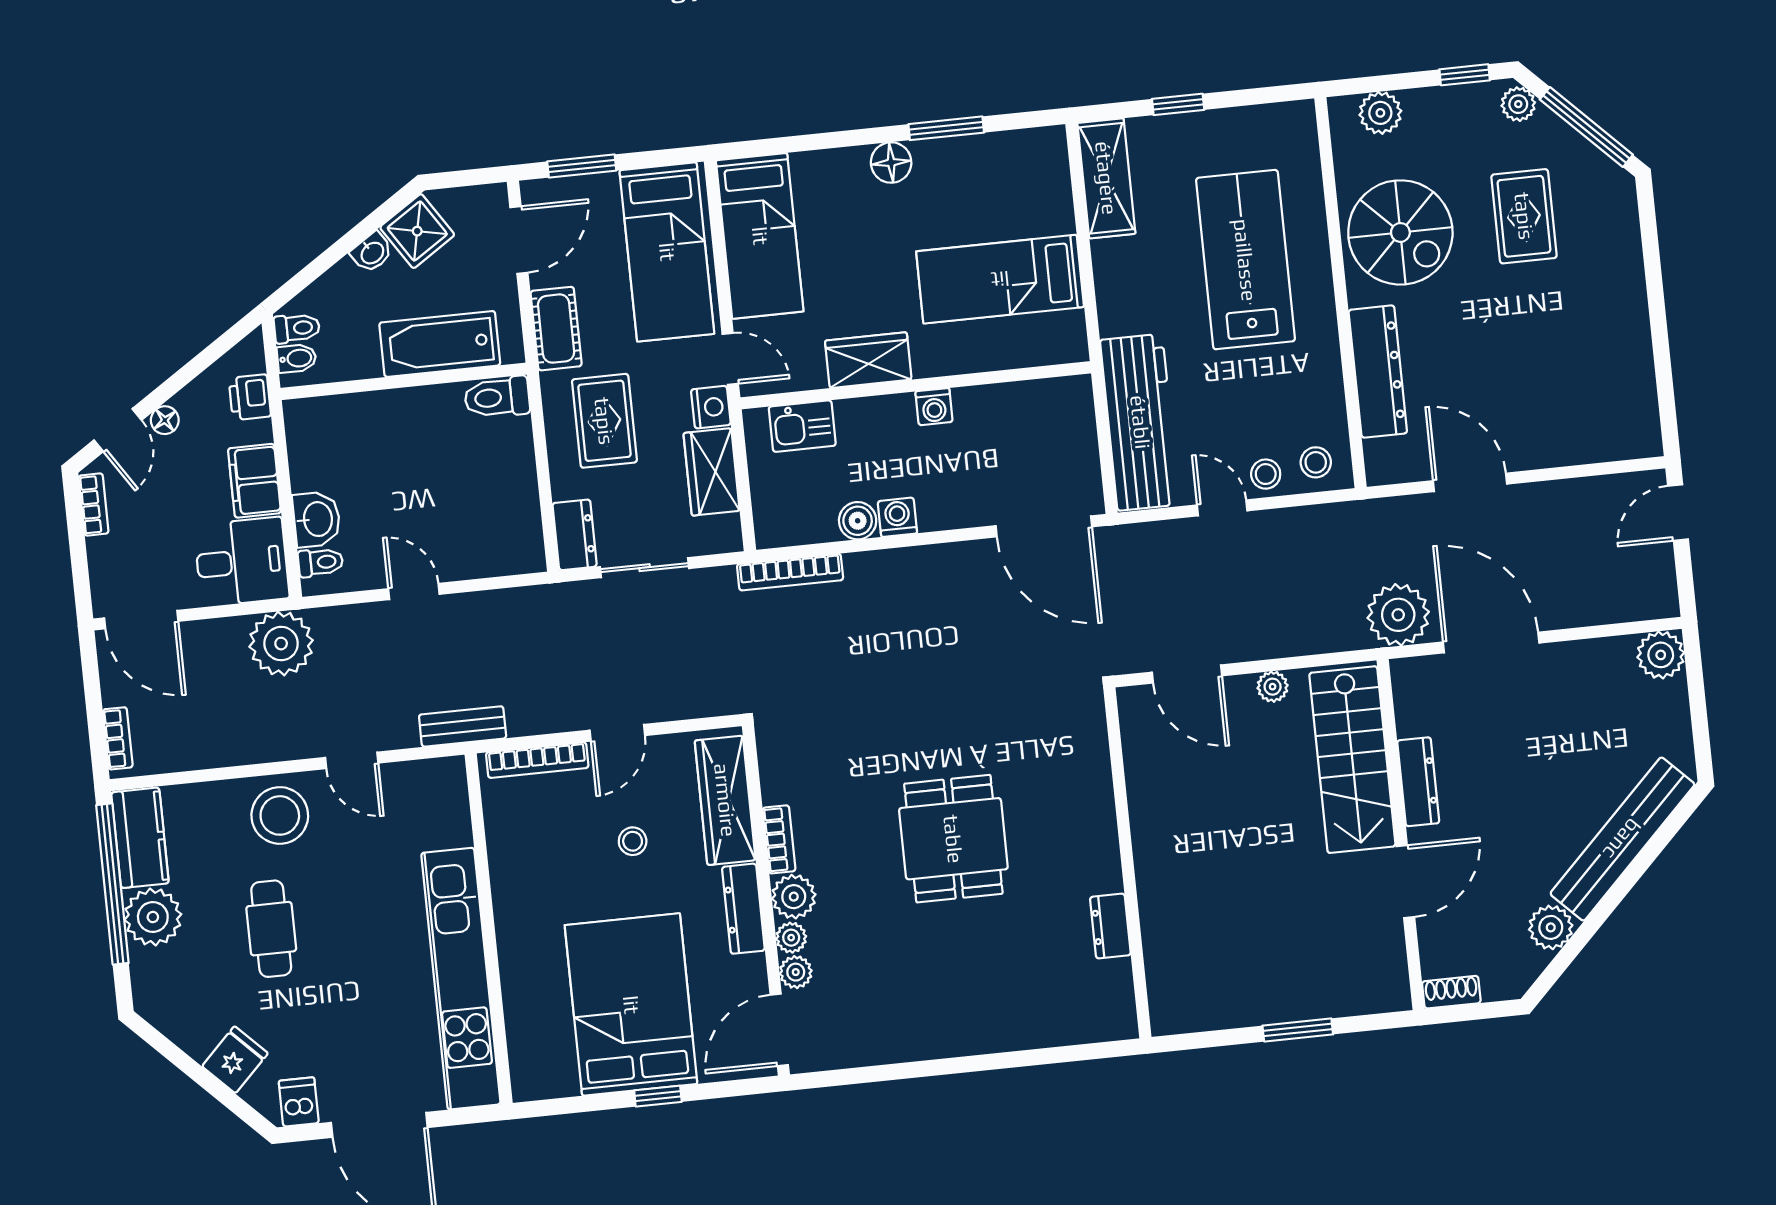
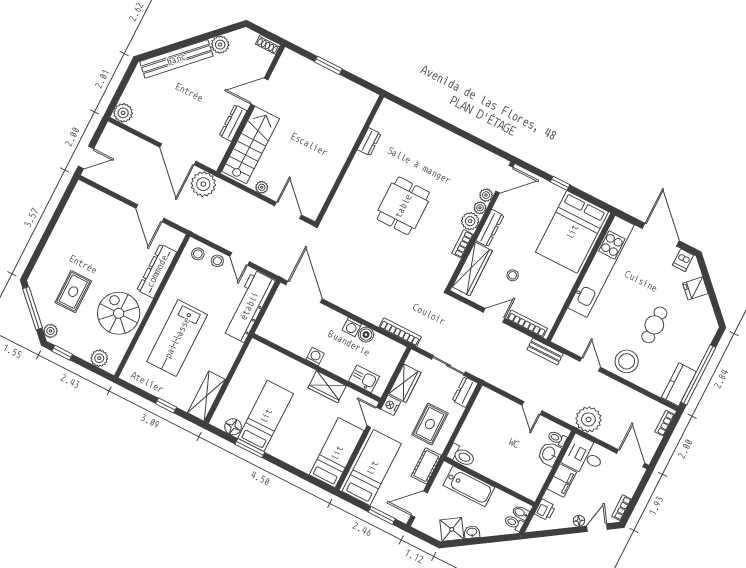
floor lamp: (891, 163) -> (233, 427), moved
bed: (1000, 279) -> (266, 416), moved, turned -90
plant: (153, 917) -> (692, 355), removed
bed: (631, 1005) -> (572, 232), moved

